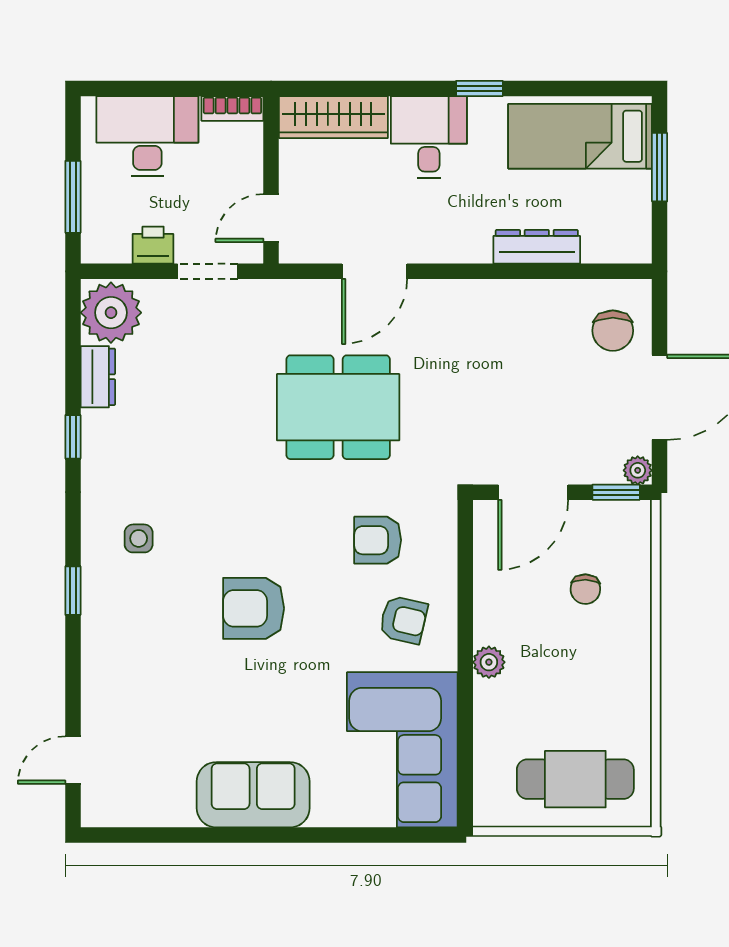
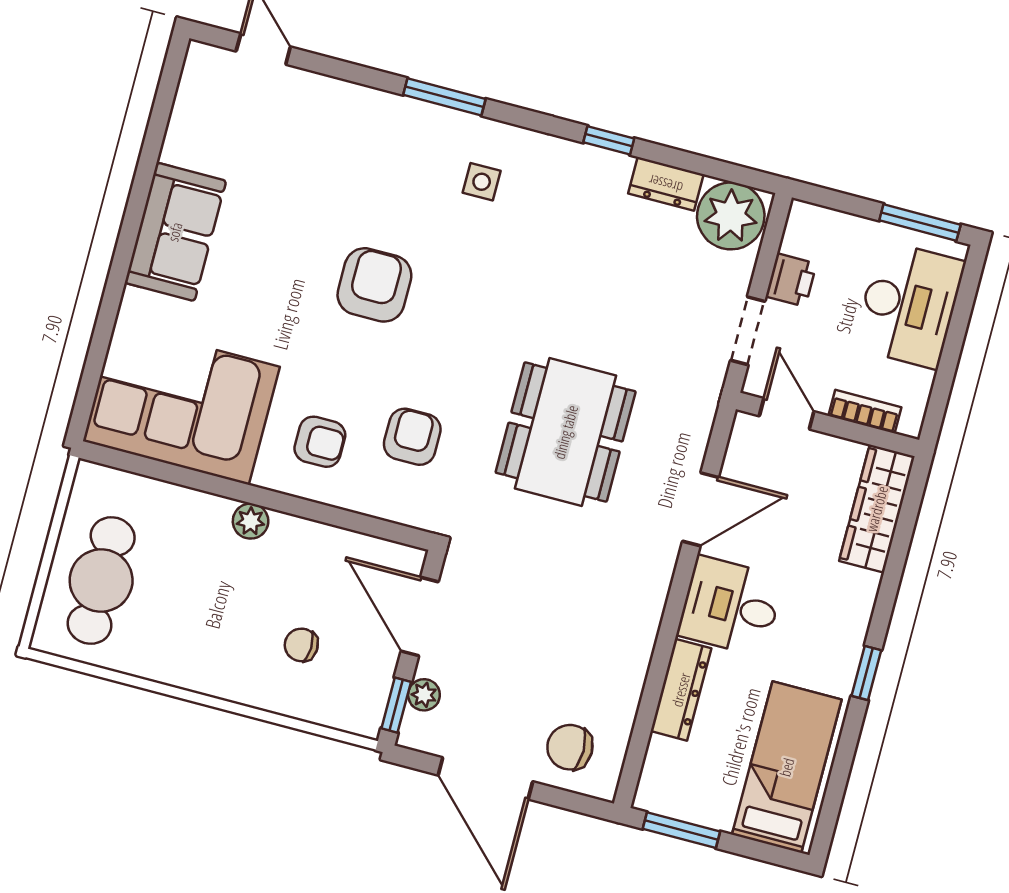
bookcase: (232, 108) -> (865, 412), moved, turned 90
desk: (429, 137) -> (731, 606), moved, turned 180
window: (660, 167) -> (681, 830), moved
window: (73, 197) -> (920, 223), moved
door: (375, 271) -> (701, 509), swing flipped
plant: (638, 470) -> (424, 695), moved
window: (73, 591) -> (444, 97), width x1.50
armchair: (403, 620) -> (320, 442), turned -103

